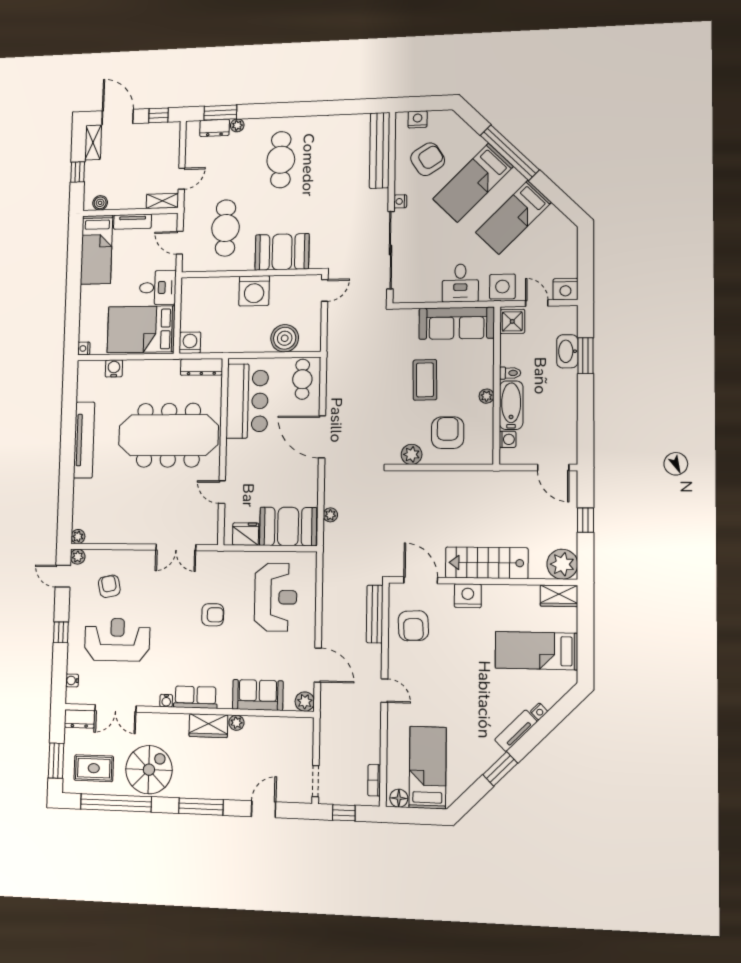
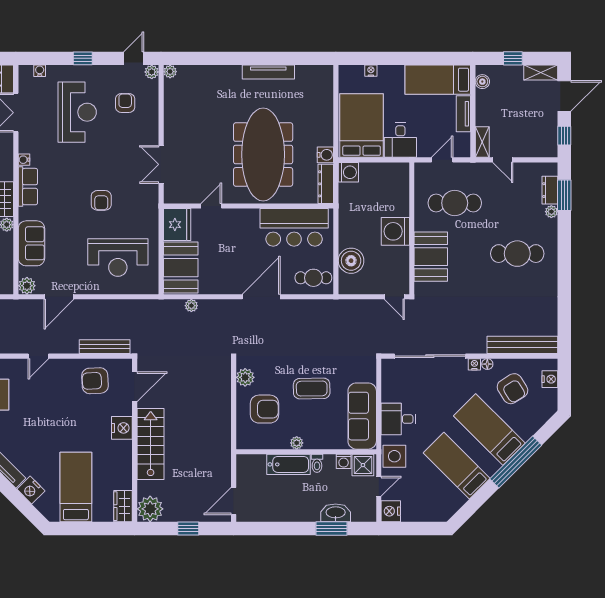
floor lamp: (400, 187) -> (487, 364), added
nightstand: (84, 348) -> (371, 71), moved
water cooler: (114, 368) -> (325, 155), moved
washing machine: (507, 439) -> (344, 461), moved
tv unit: (84, 440) -> (268, 72), width x0.73, depth x0.78
fridge: (246, 534) -> (177, 225), width x1.36, depth x1.34
armchair: (109, 586) -> (125, 103), turned -78
nightstand: (539, 711) -> (31, 490), width x1.89, depth x1.79

